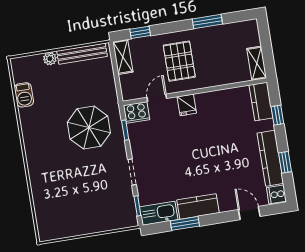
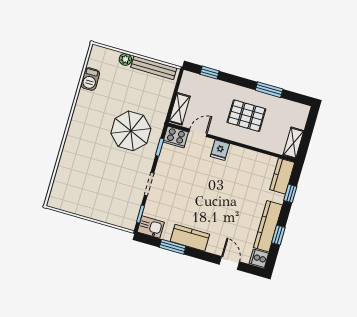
shelving: (123, 57) -> (179, 109), moved
pallet: (179, 61) -> (246, 116), moved, turned 90
kitchen sink: (159, 213) -> (151, 227), width x0.73

